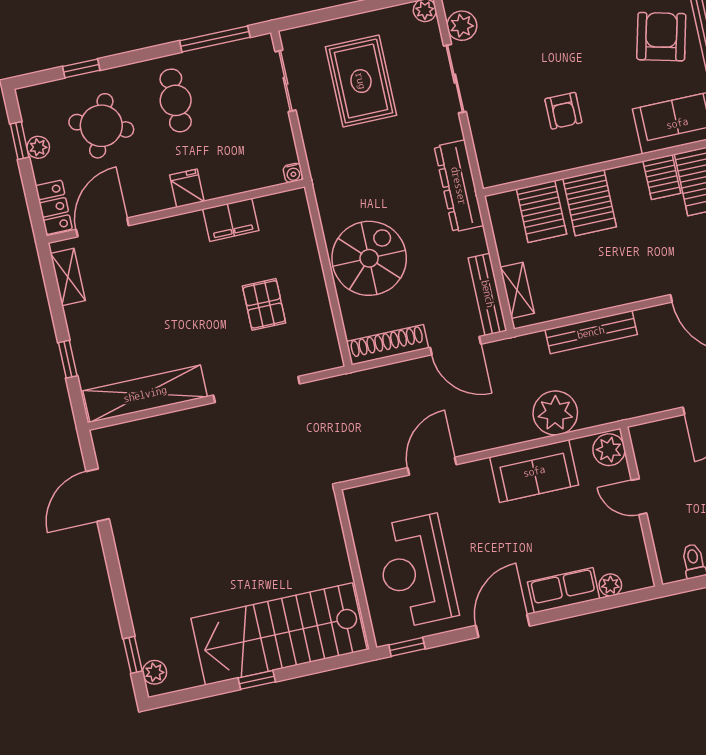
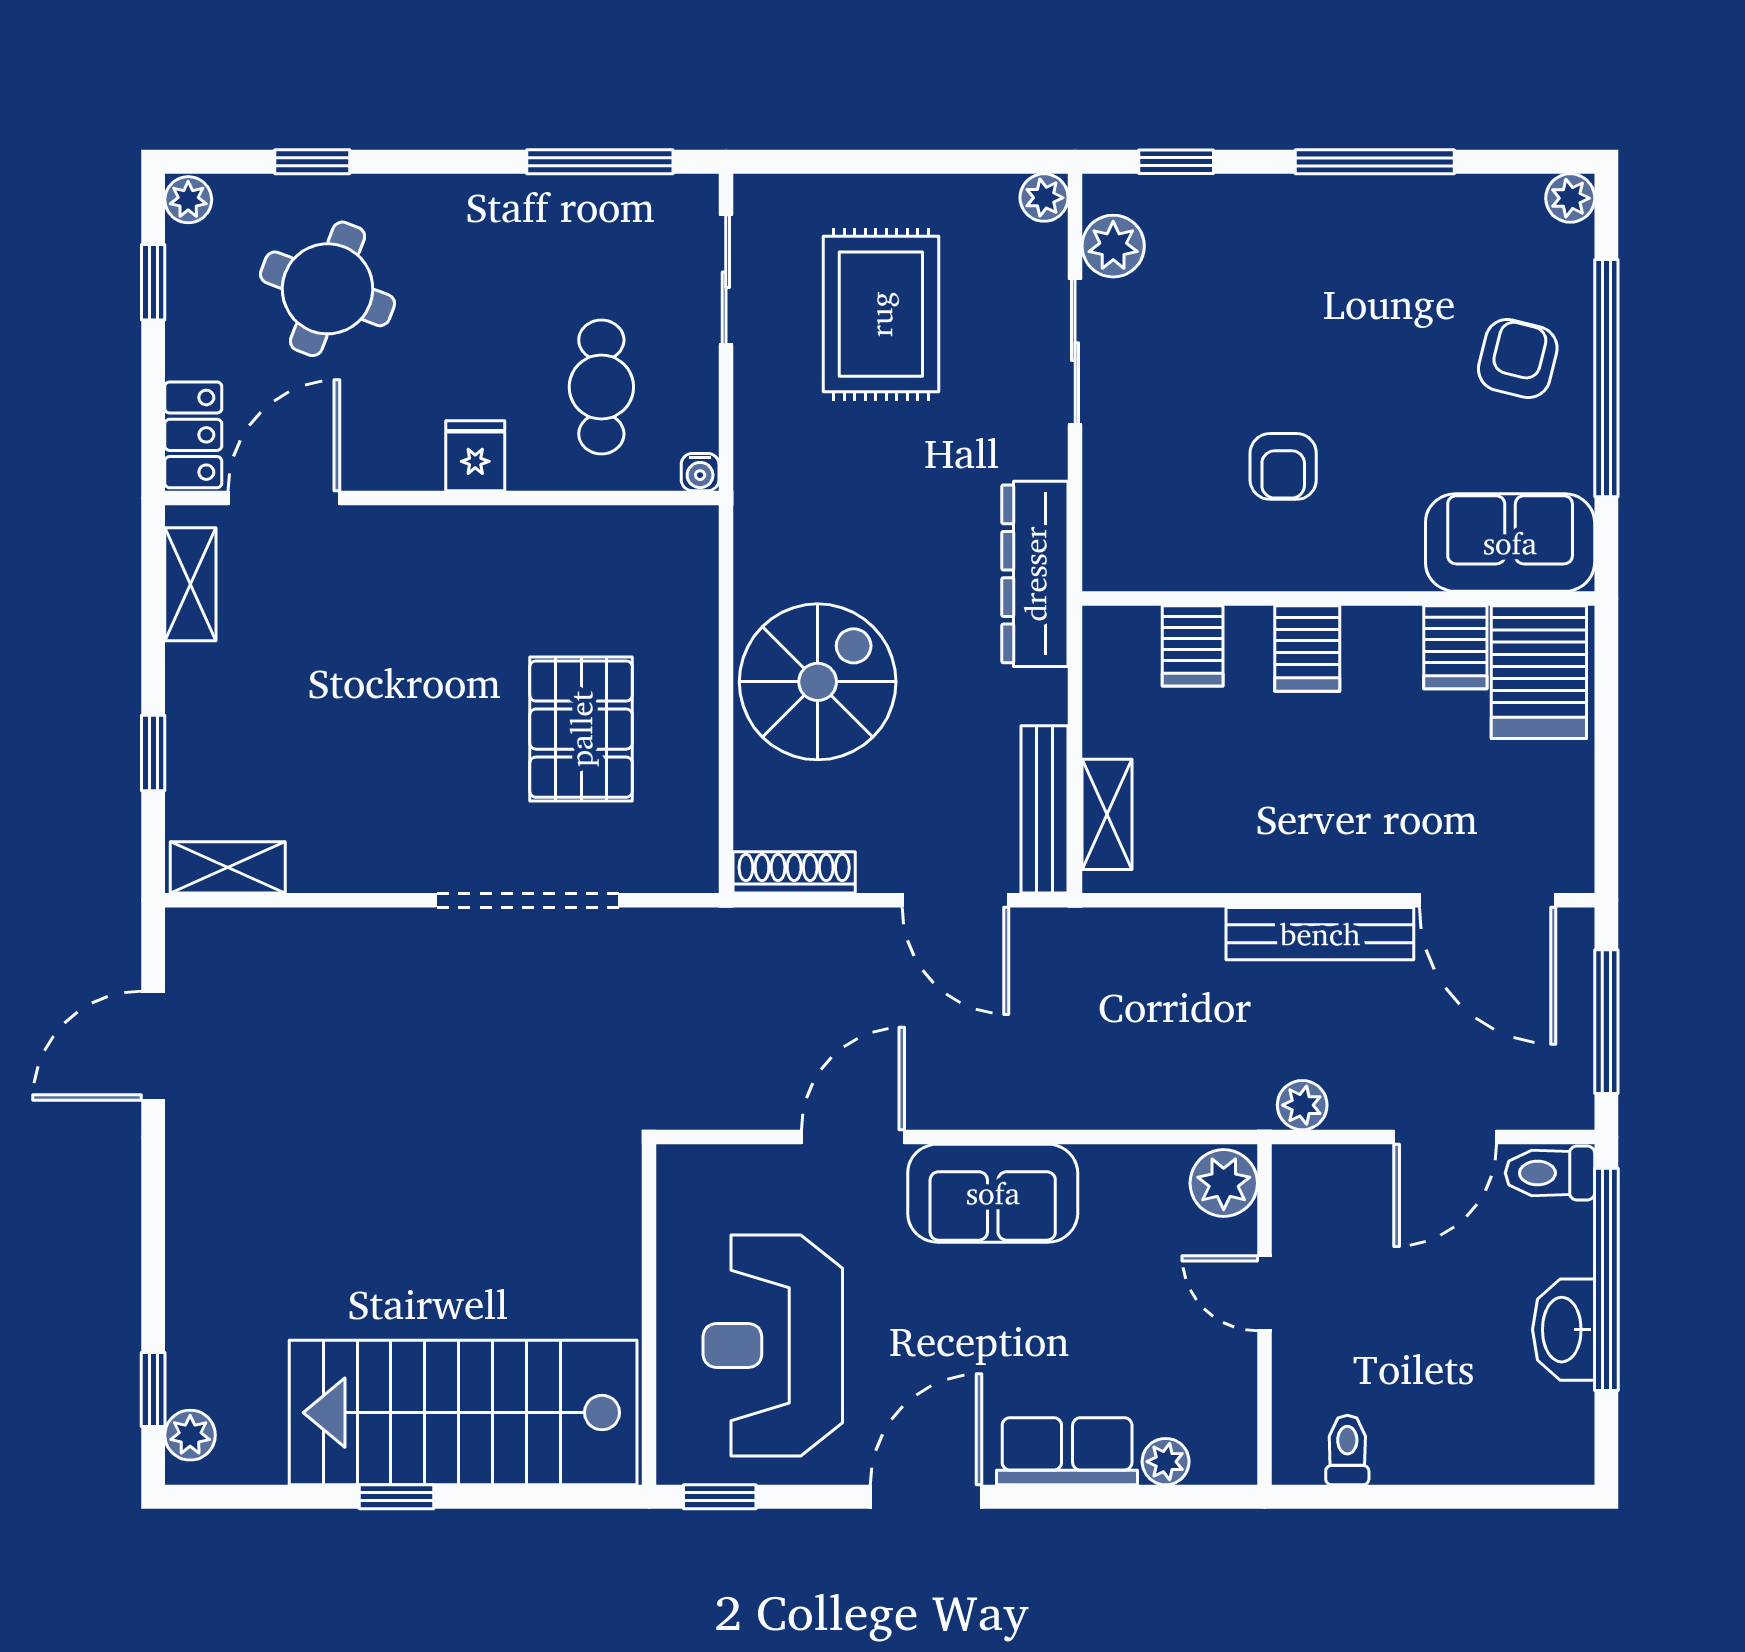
armchair: (661, 37) -> (1518, 359), width x0.72, depth x0.72
cafe table: (176, 100) -> (601, 387), moved
plant: (38, 147) -> (188, 200), moved
server rack: (590, 203) -> (1307, 649), width x0.73, depth x0.70
server rack: (541, 211) -> (1193, 646), width x0.73, depth x0.70
filing cabinet: (231, 220) -> (551, 540), removed
pallet: (264, 304) -> (581, 729), width x1.50, depth x1.42
bench: (591, 332) -> (1320, 934), moved
shoe rack: (387, 345) -> (794, 872), width x0.74, depth x0.81
shelving: (145, 394) -> (228, 867), width x0.45, depth x0.75
plant: (555, 413) -> (1302, 1105), moved, width x0.53, depth x0.53
sofa: (534, 471) -> (993, 1193), moved

